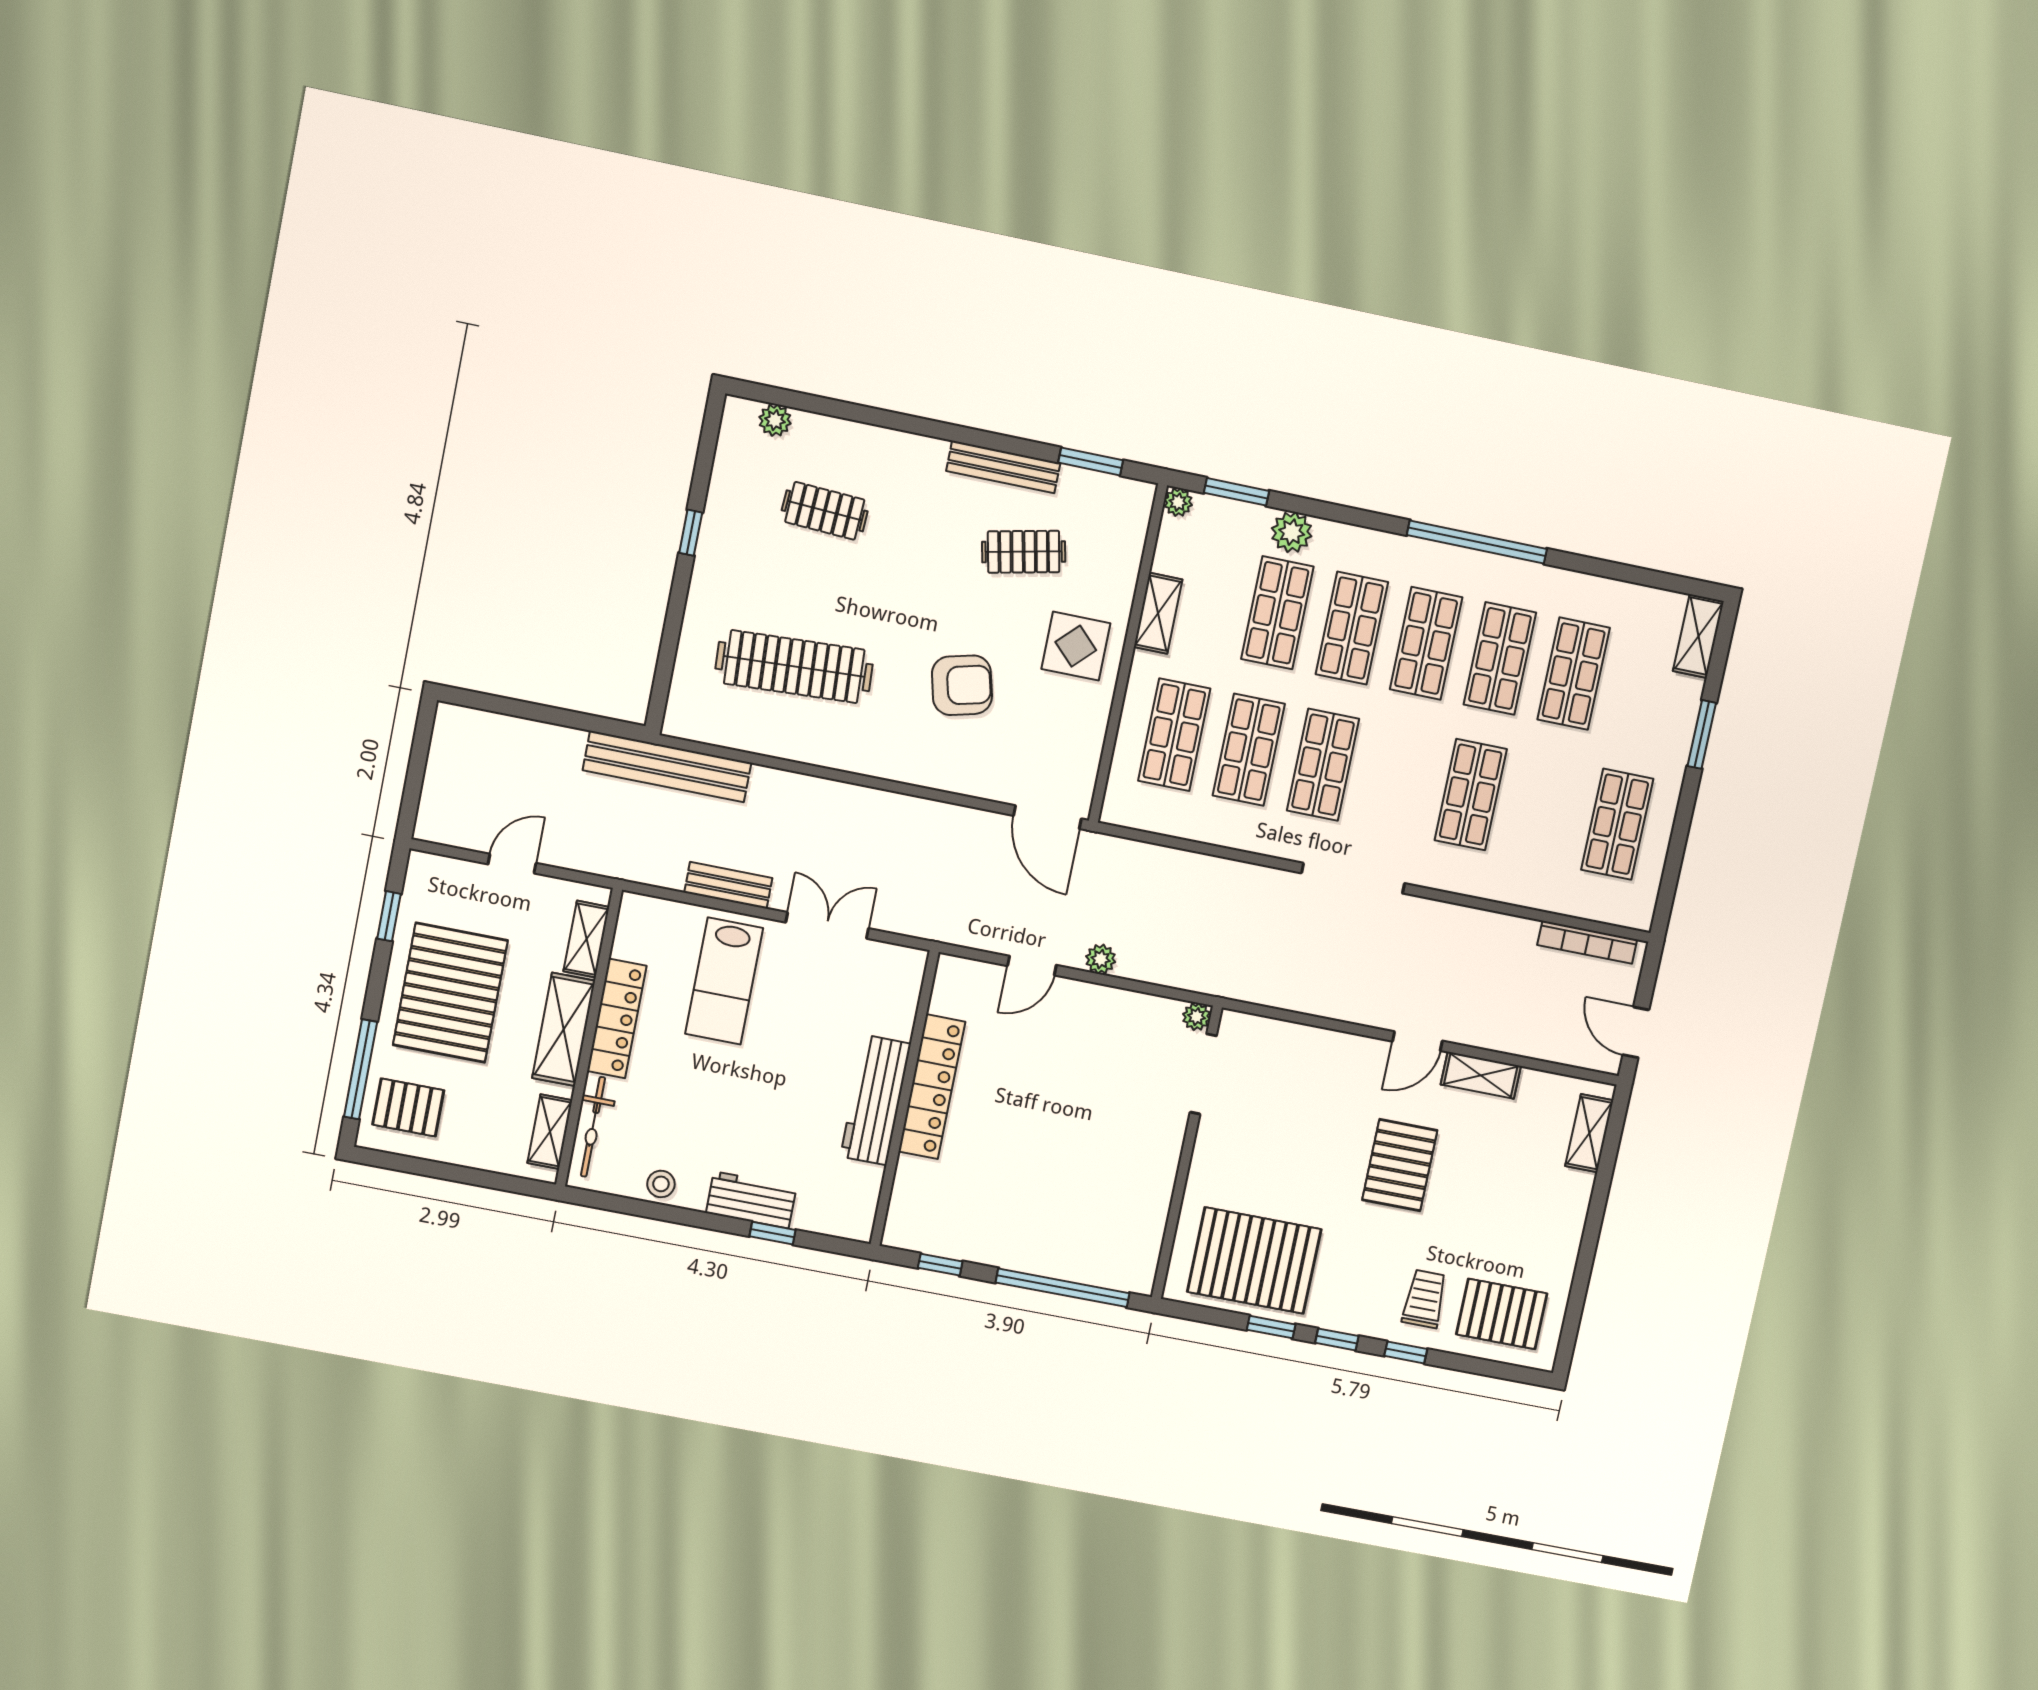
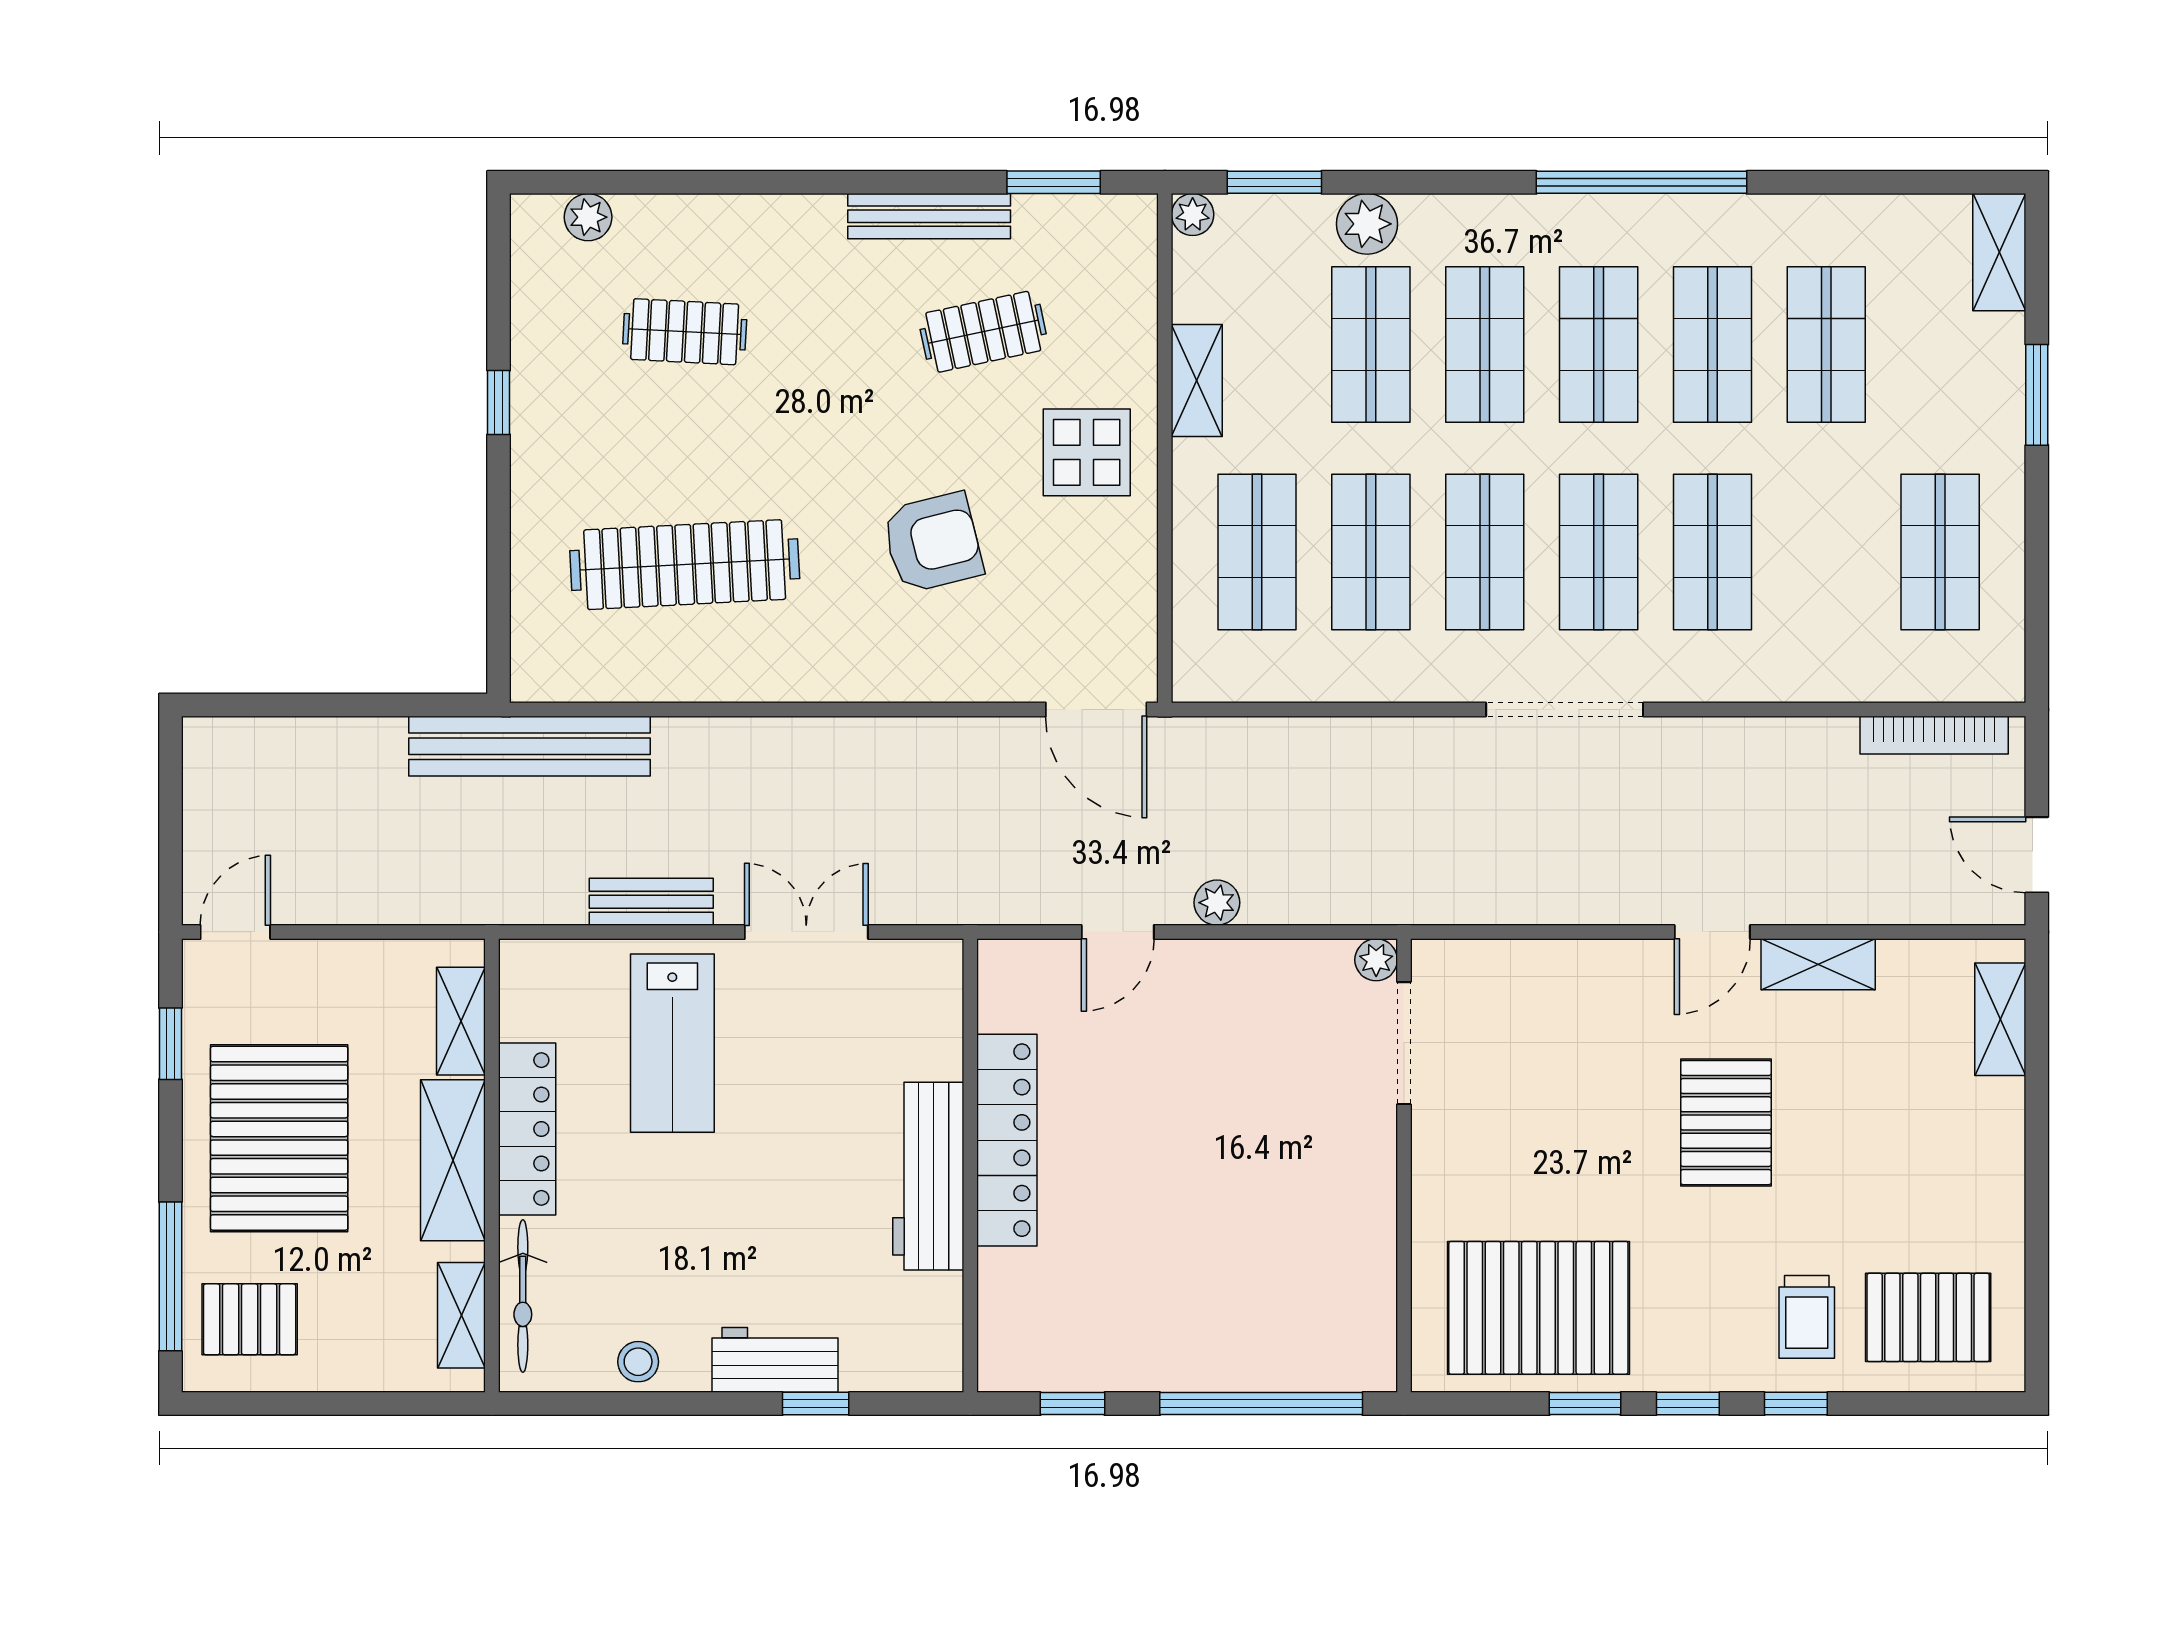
shop shelf: (1397, 780) -> (1599, 552), added
door: (512, 864) -> (235, 932), moved
trolley: (1425, 1299) -> (1807, 1317), turned 180

